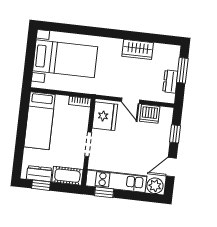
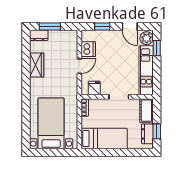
dresser: (170, 81) -> (39, 35), moved
fridge: (105, 116) -> (94, 88), width x0.53, depth x0.75
window: (104, 192) -> (157, 48), moved

